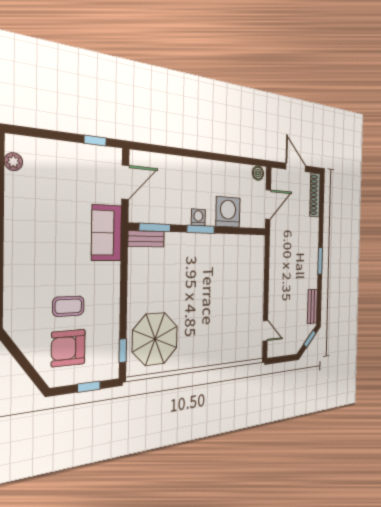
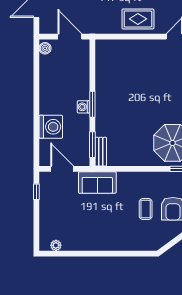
washing machine: (228, 212) -> (51, 127), moved, turned 180
rug: (282, 286) -> (138, 19), added

